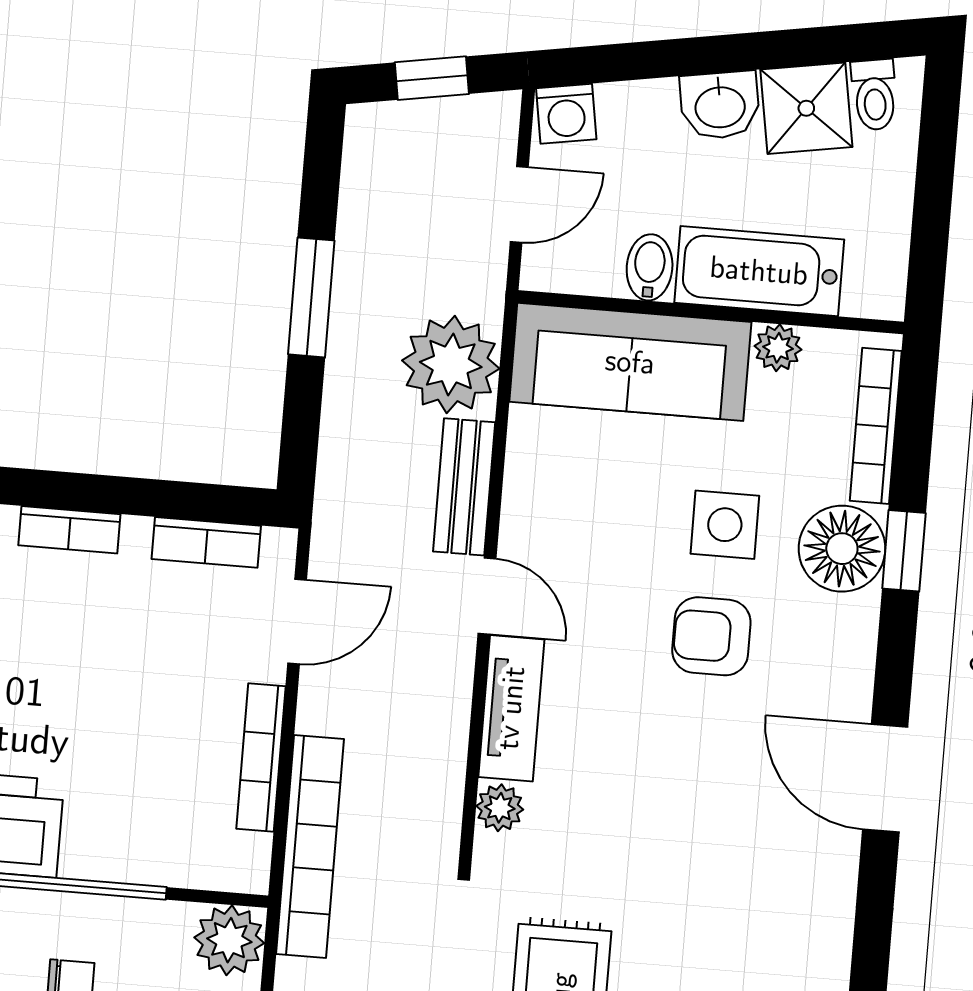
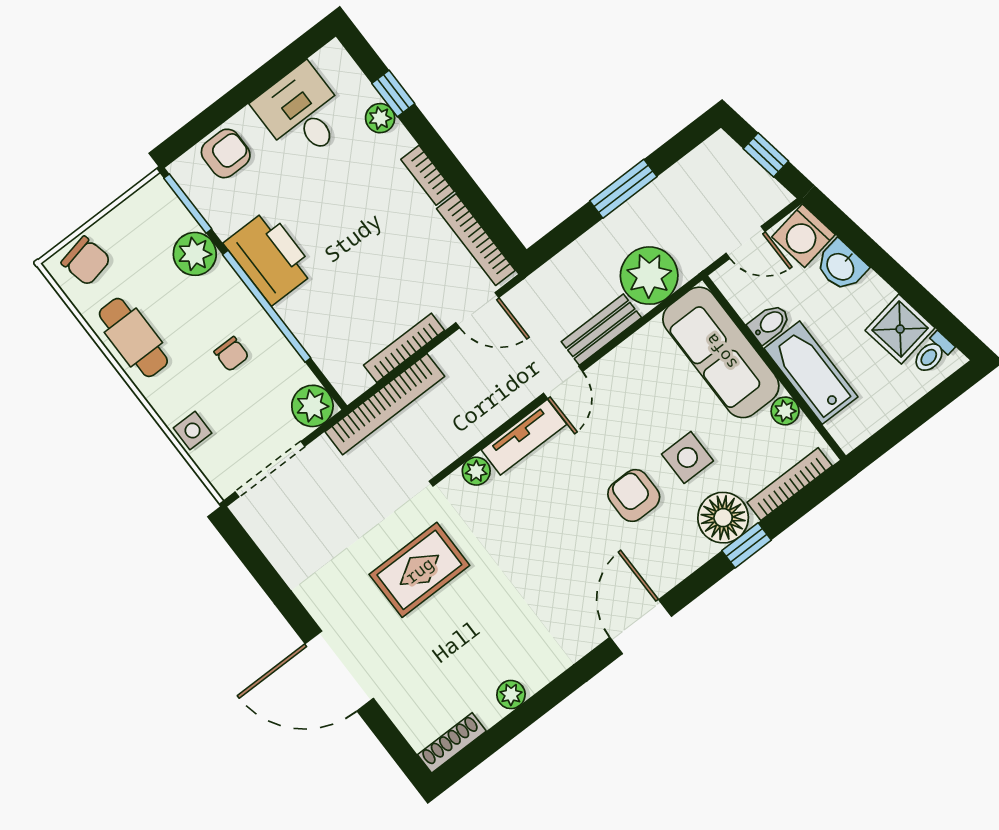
washbasin: (720, 105) -> (841, 266), moved
washing machine: (566, 114) -> (804, 236), width x1.38, depth x1.38
bookcase: (206, 542) -> (476, 240), width x1.56

